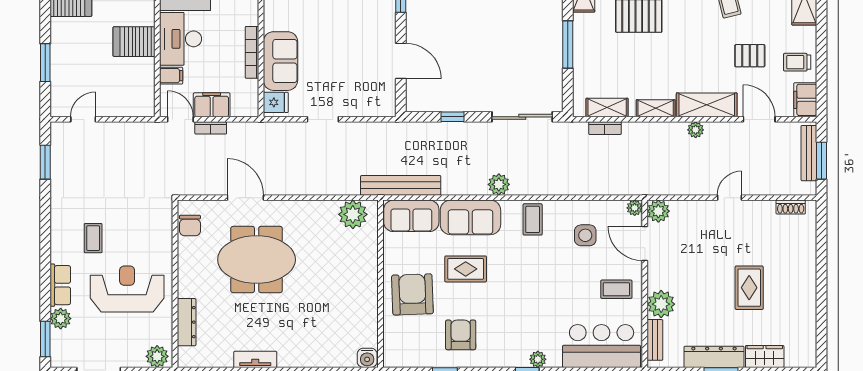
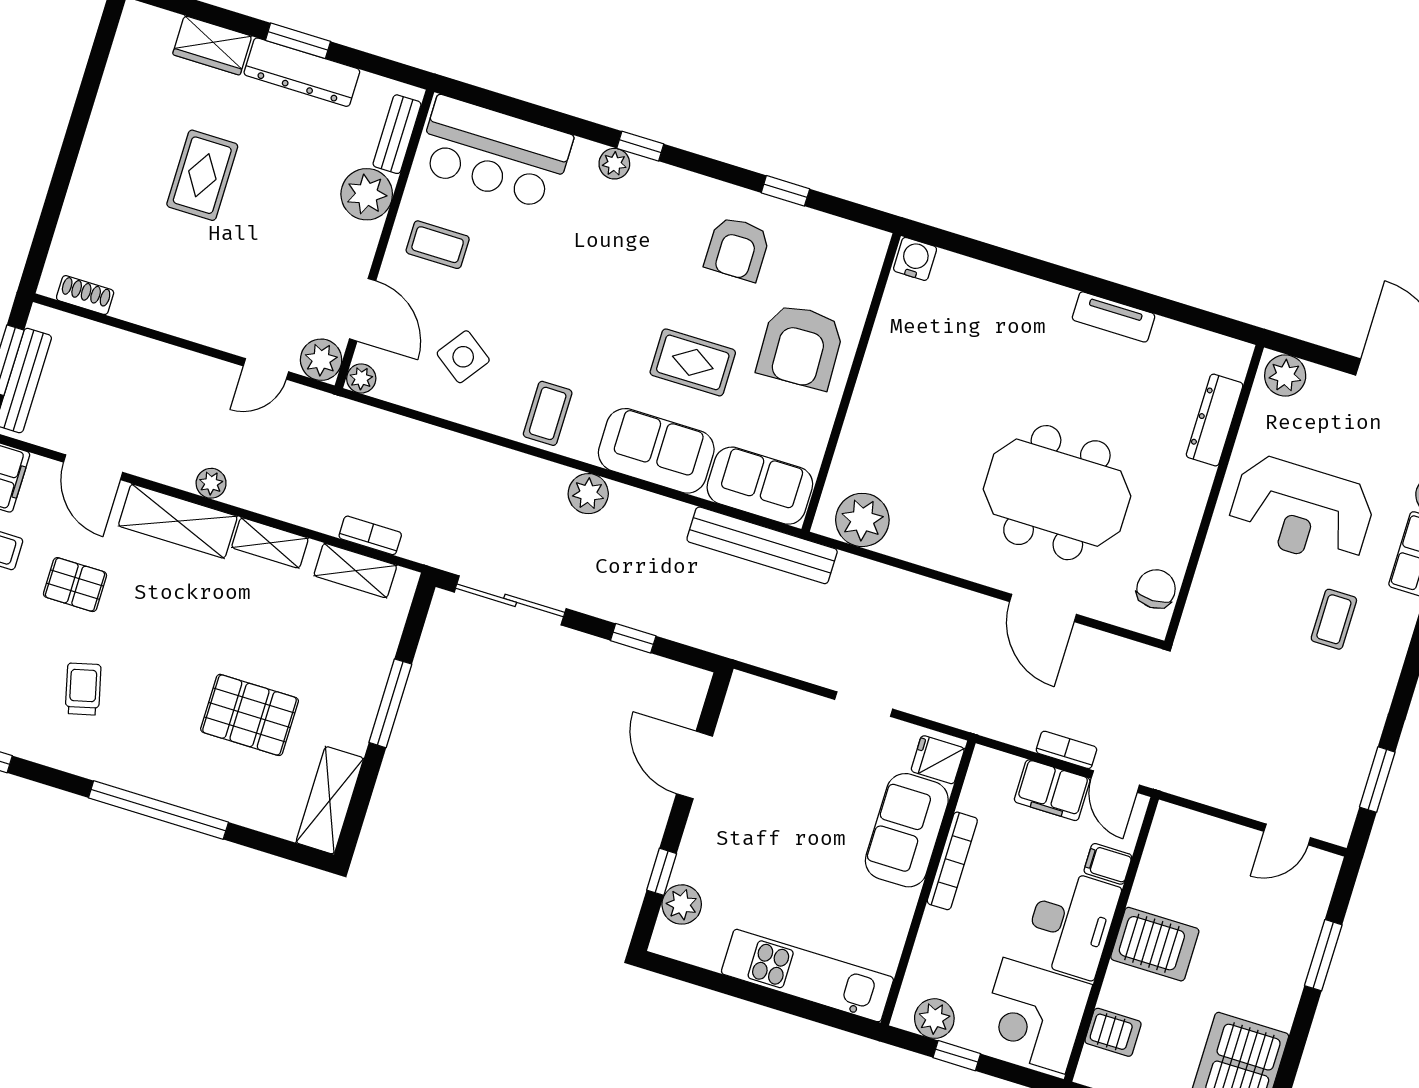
door: (729, 198) -> (266, 369), moved
side table: (585, 235) -> (463, 357), turned 36

